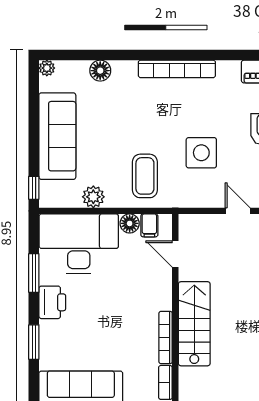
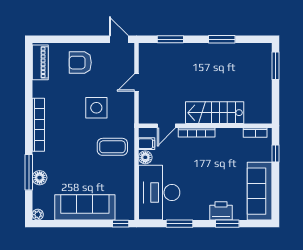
window: (108, 55) -> (29, 172), added
plant: (93, 197) -> (127, 182), removed
printer: (52, 302) -> (221, 211), moved
bookcase: (166, 338) -> (197, 133), moved

